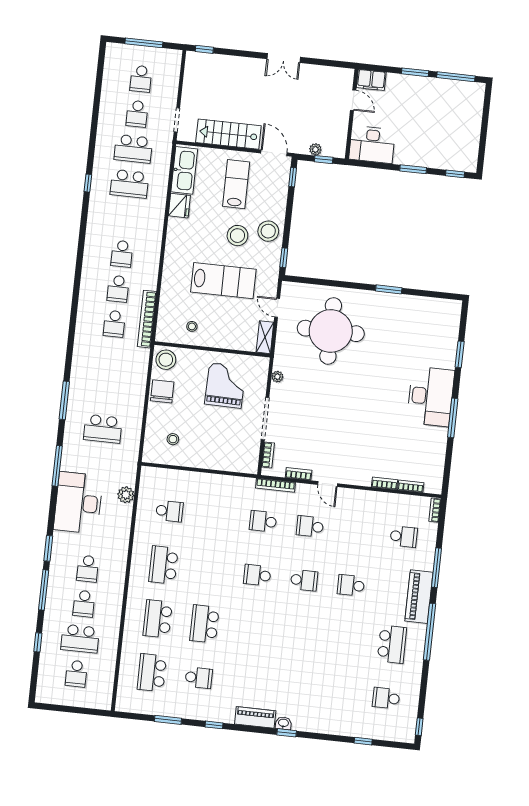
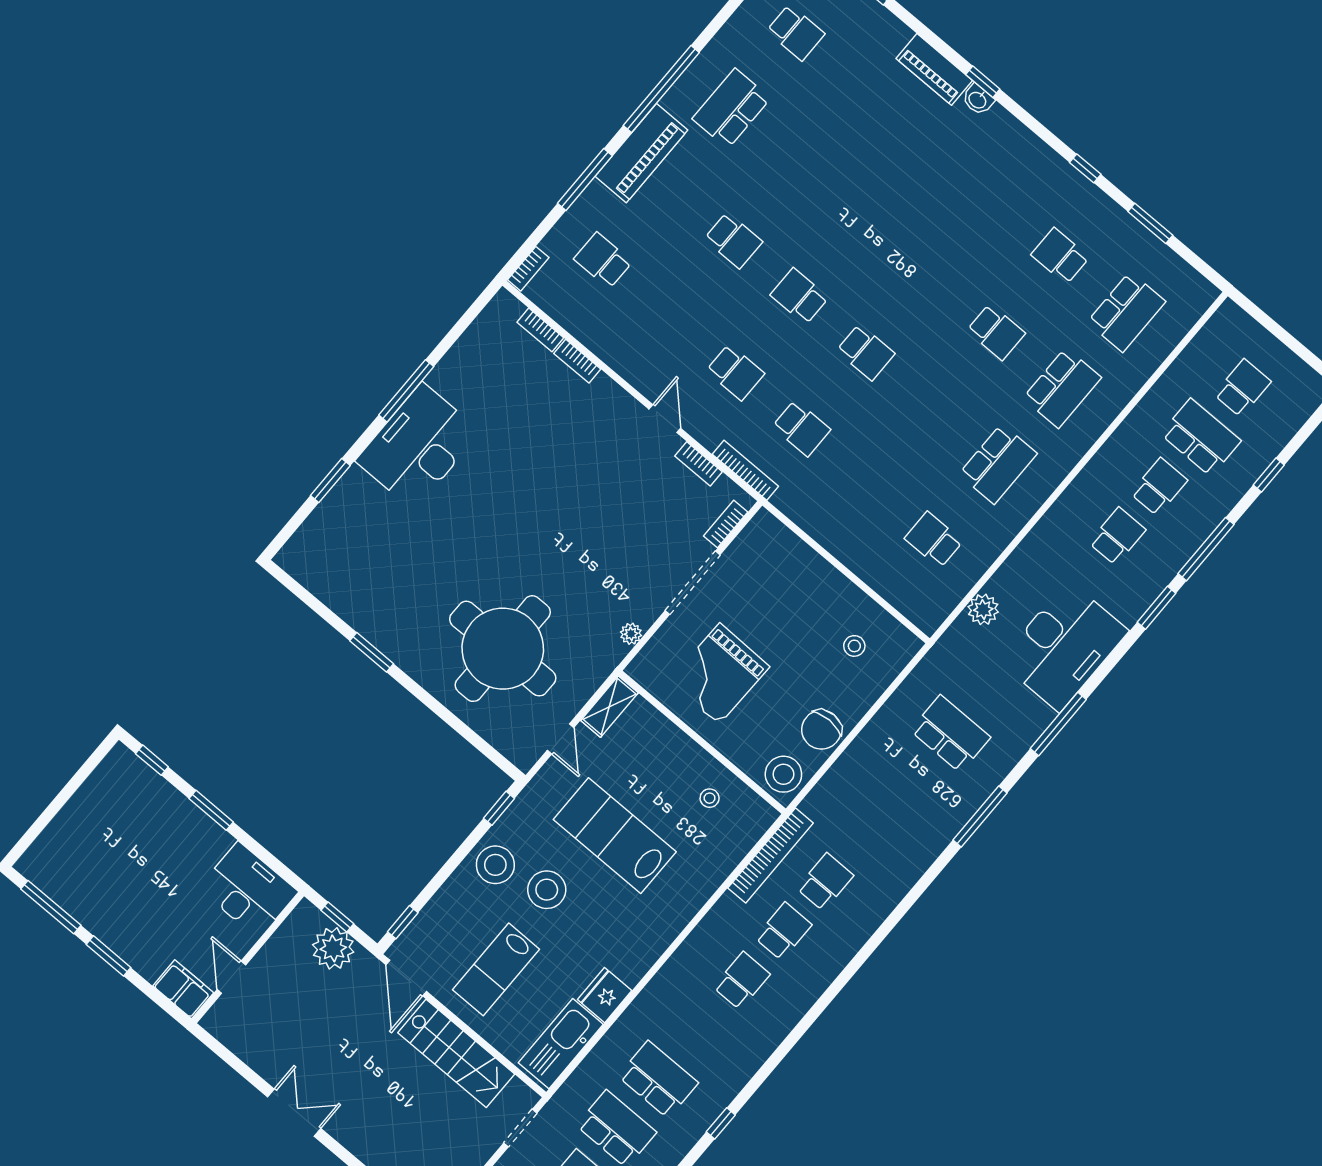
plant: (315, 149) -> (333, 948), width x1.87, depth x1.87
school desk: (205, 624) -> (996, 332), width x0.54
piano: (255, 717) -> (934, 69), moved

